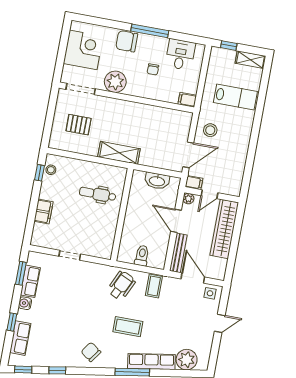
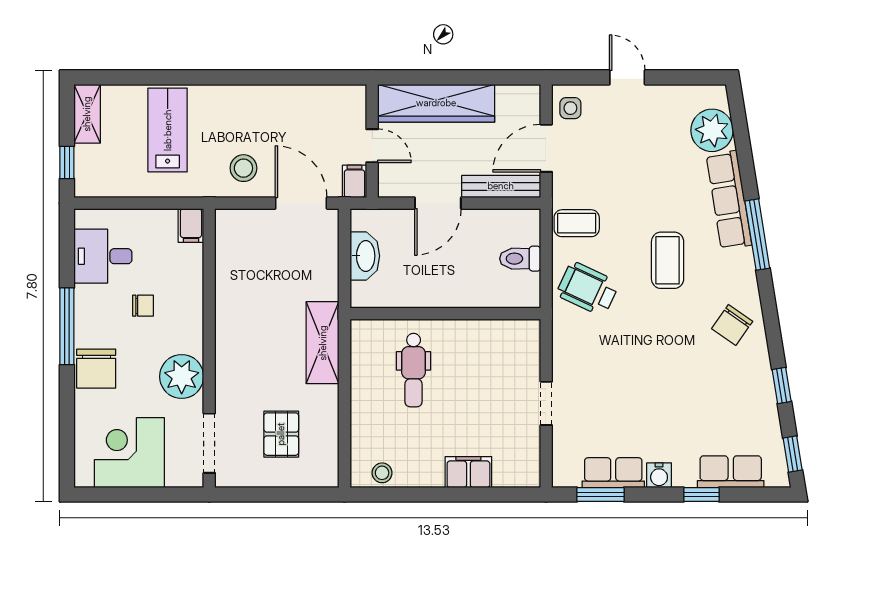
window: (40, 173) -> (392, 494), removed
plant: (188, 199) -> (389, 187), removed

